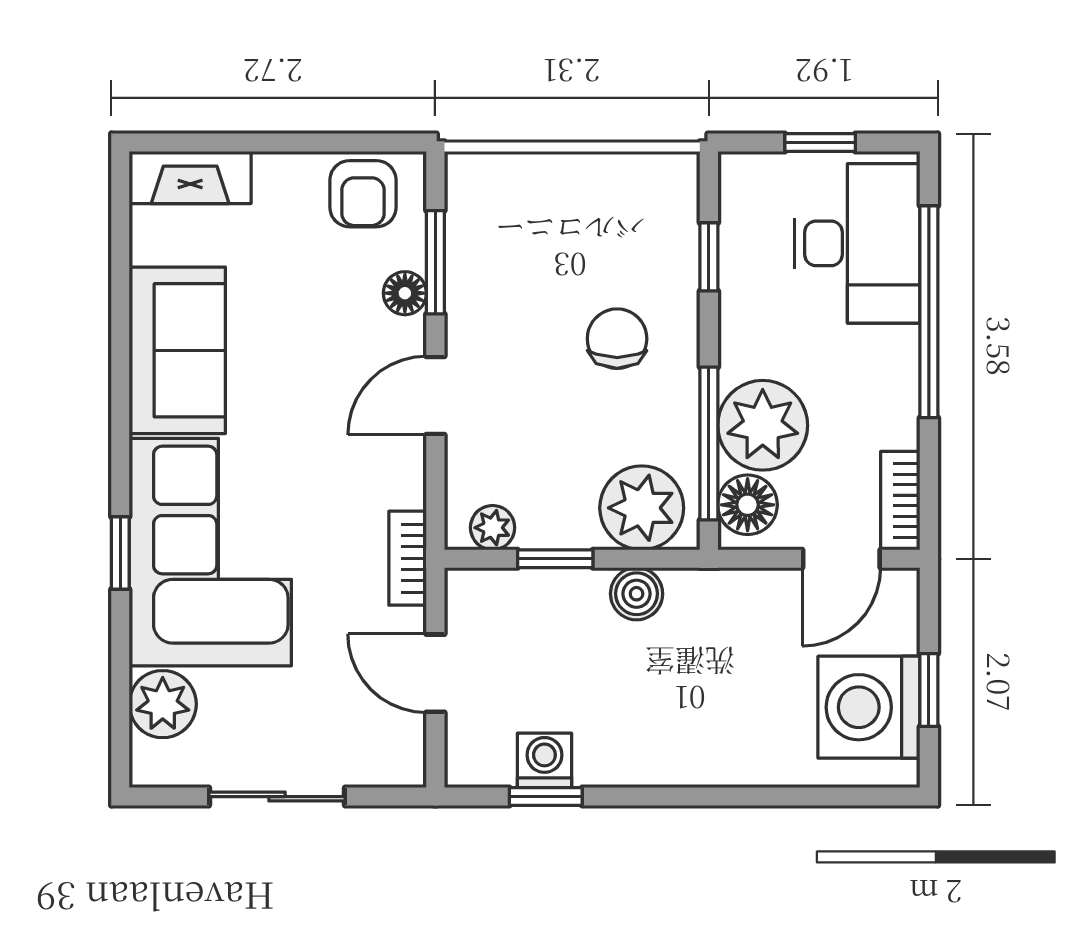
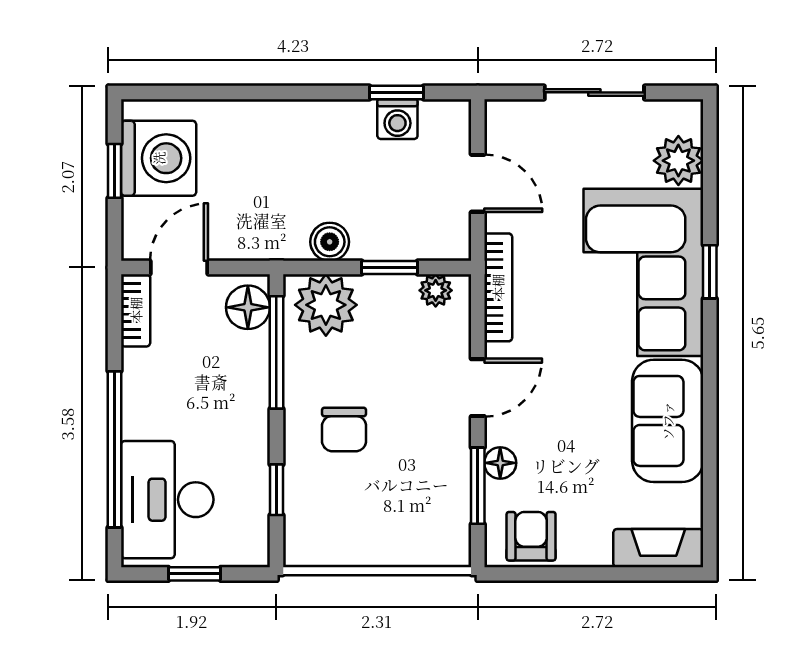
plant: (763, 425) -> (237, 366), removed
bookcase: (408, 558) -> (498, 287), width x1.56

